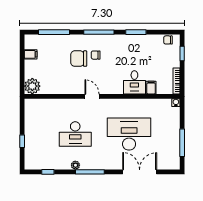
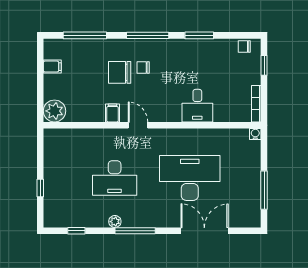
filing cabinet: (151, 88) -> (113, 113), moved

